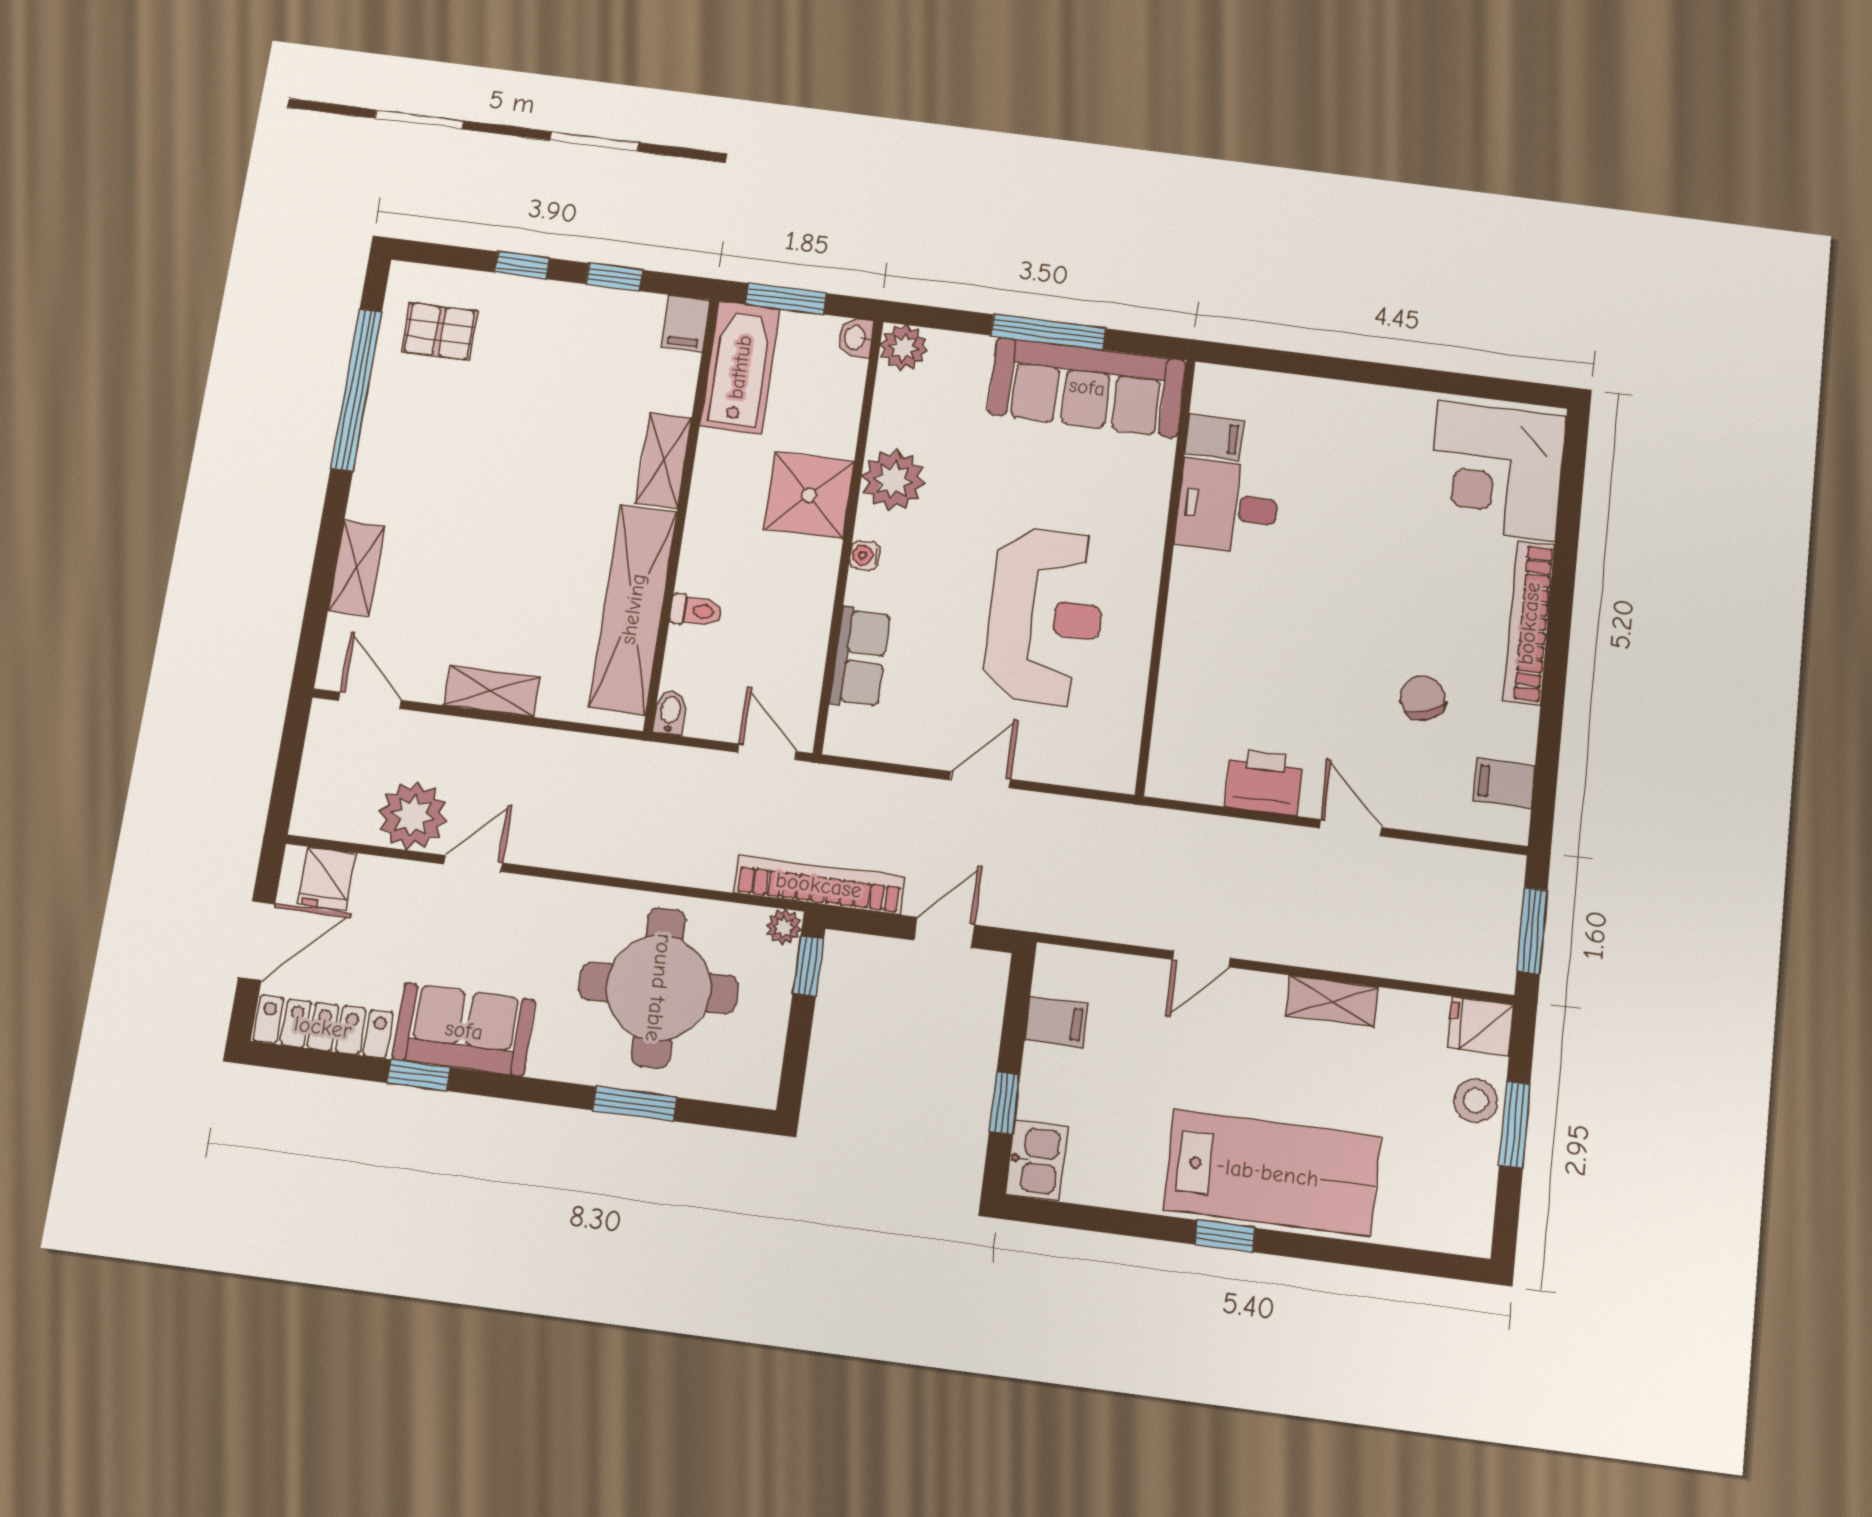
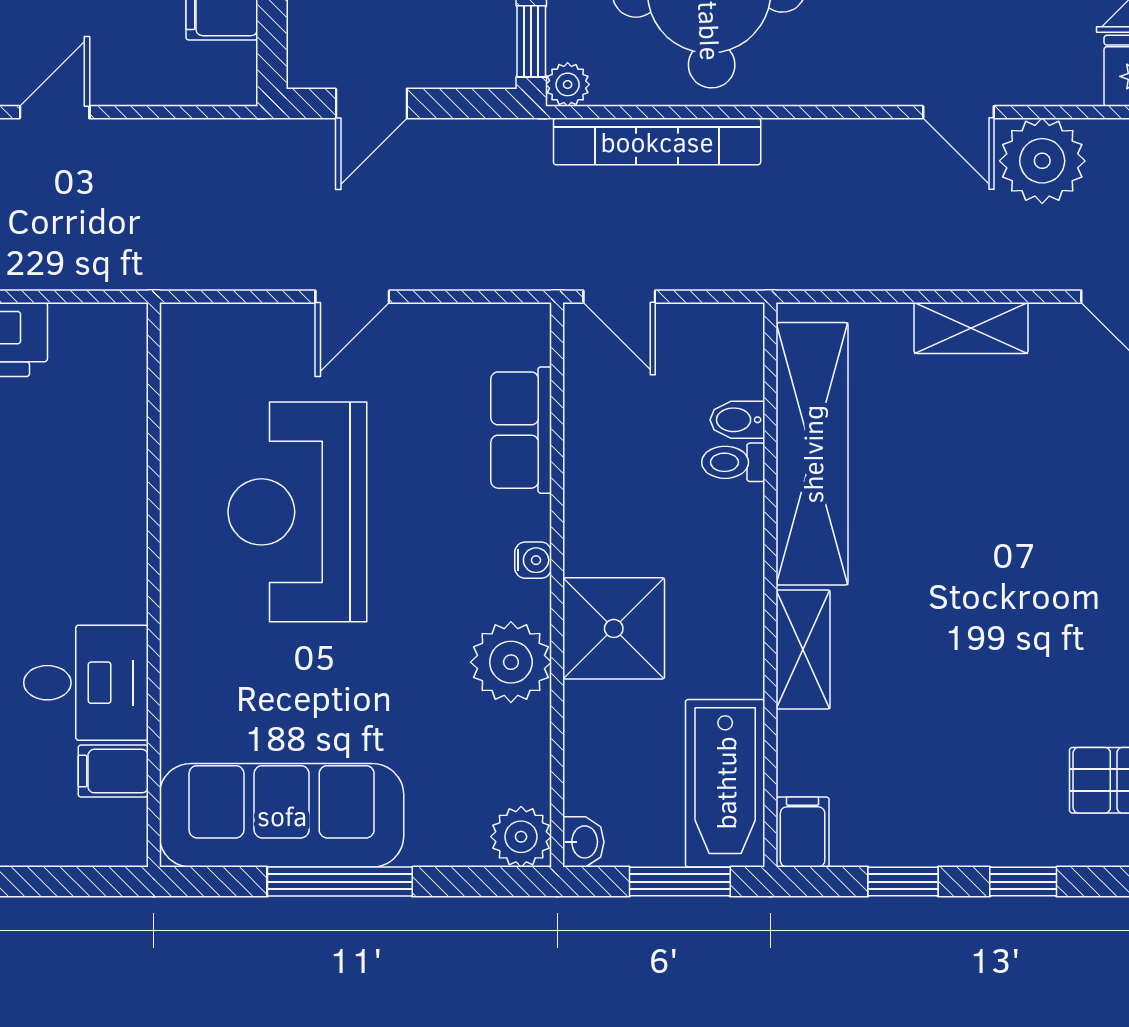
bidet: (670, 713) -> (737, 420), moved, turned 90
door: (473, 864) -> (958, 112), hinge flipped
bookcase: (819, 885) -> (657, 141), moved

